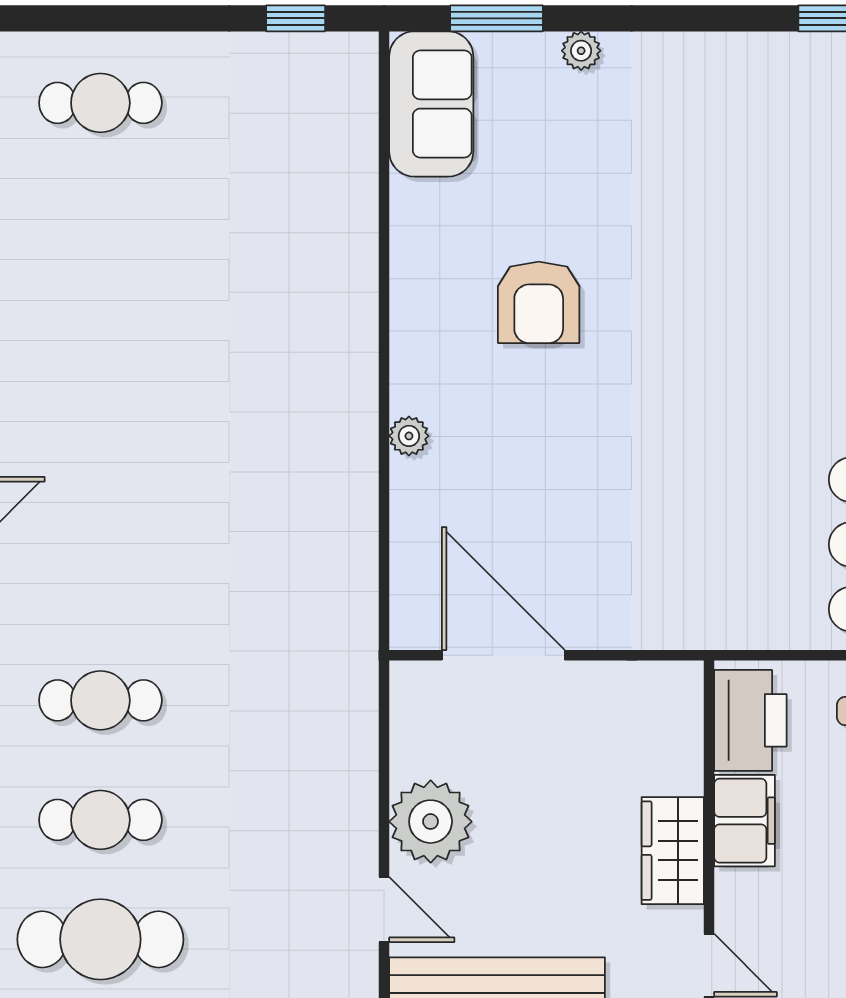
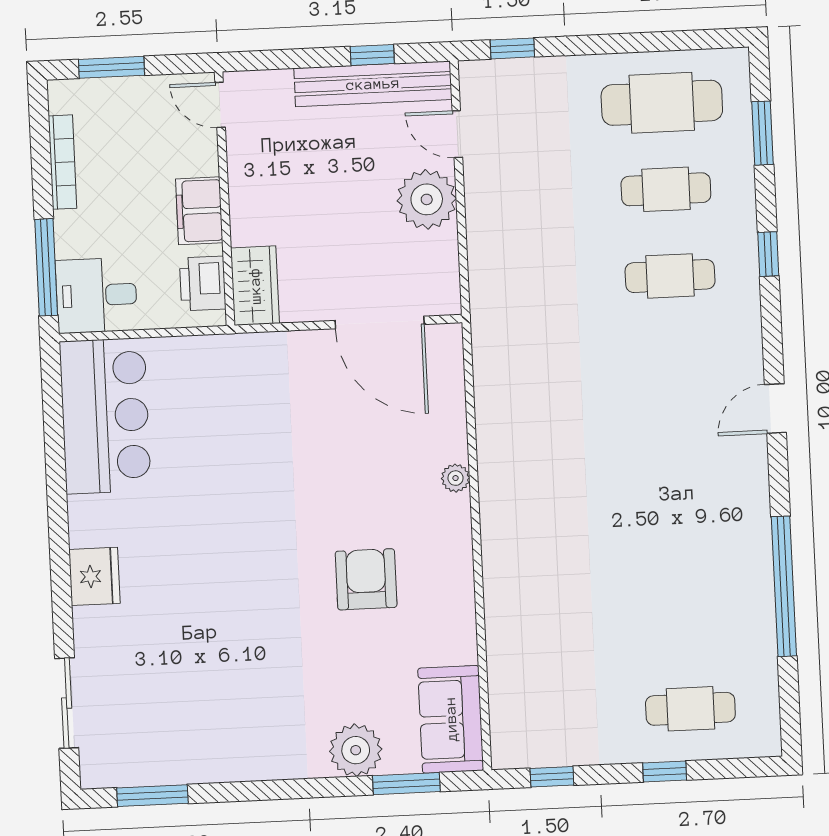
window: (140, 18) -> (665, 771), added
plant: (581, 51) -> (356, 750), width x1.87, depth x1.87
printer: (750, 720) -> (203, 283), width x0.73, depth x0.84
wardrobe: (673, 851) -> (255, 286), moved

